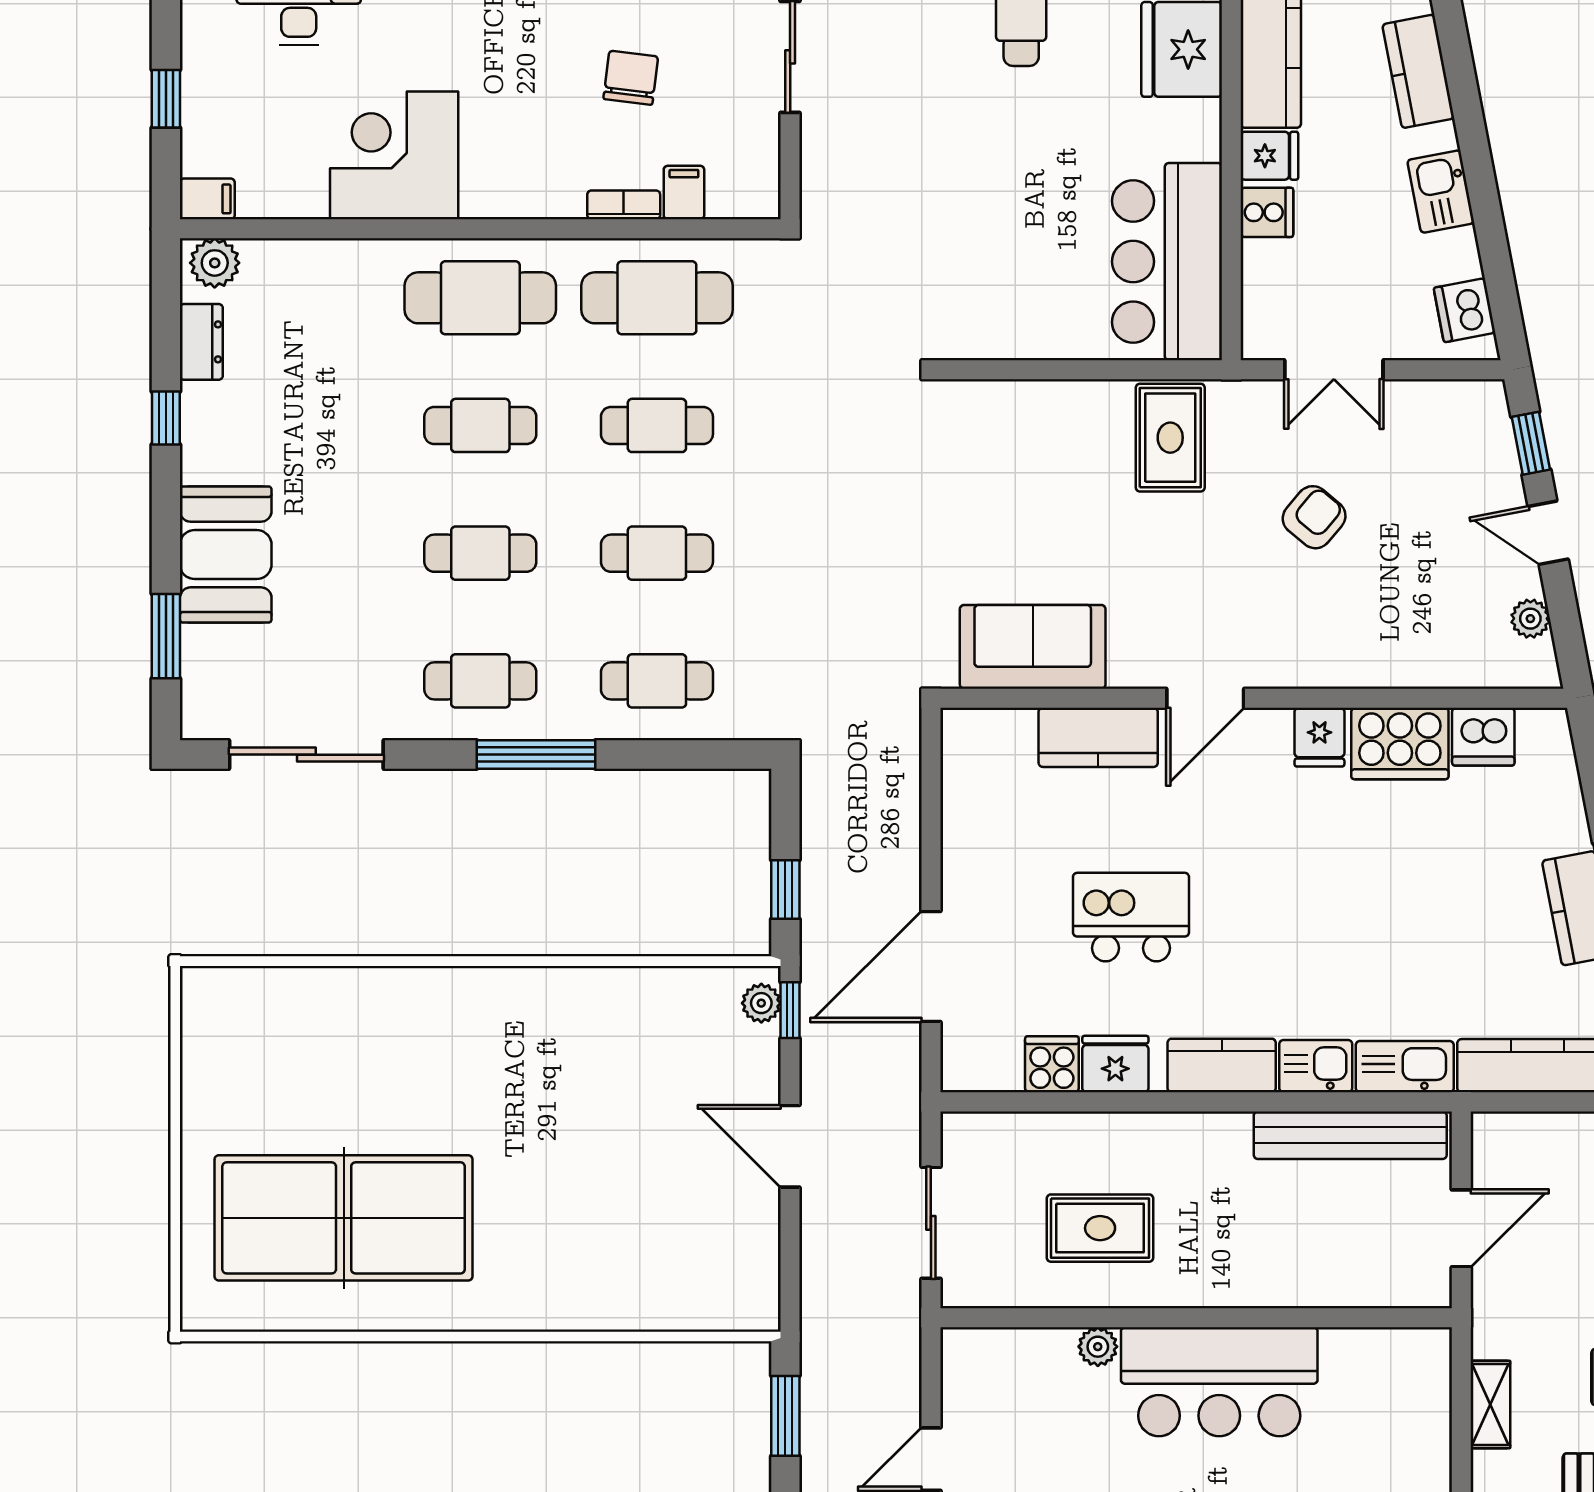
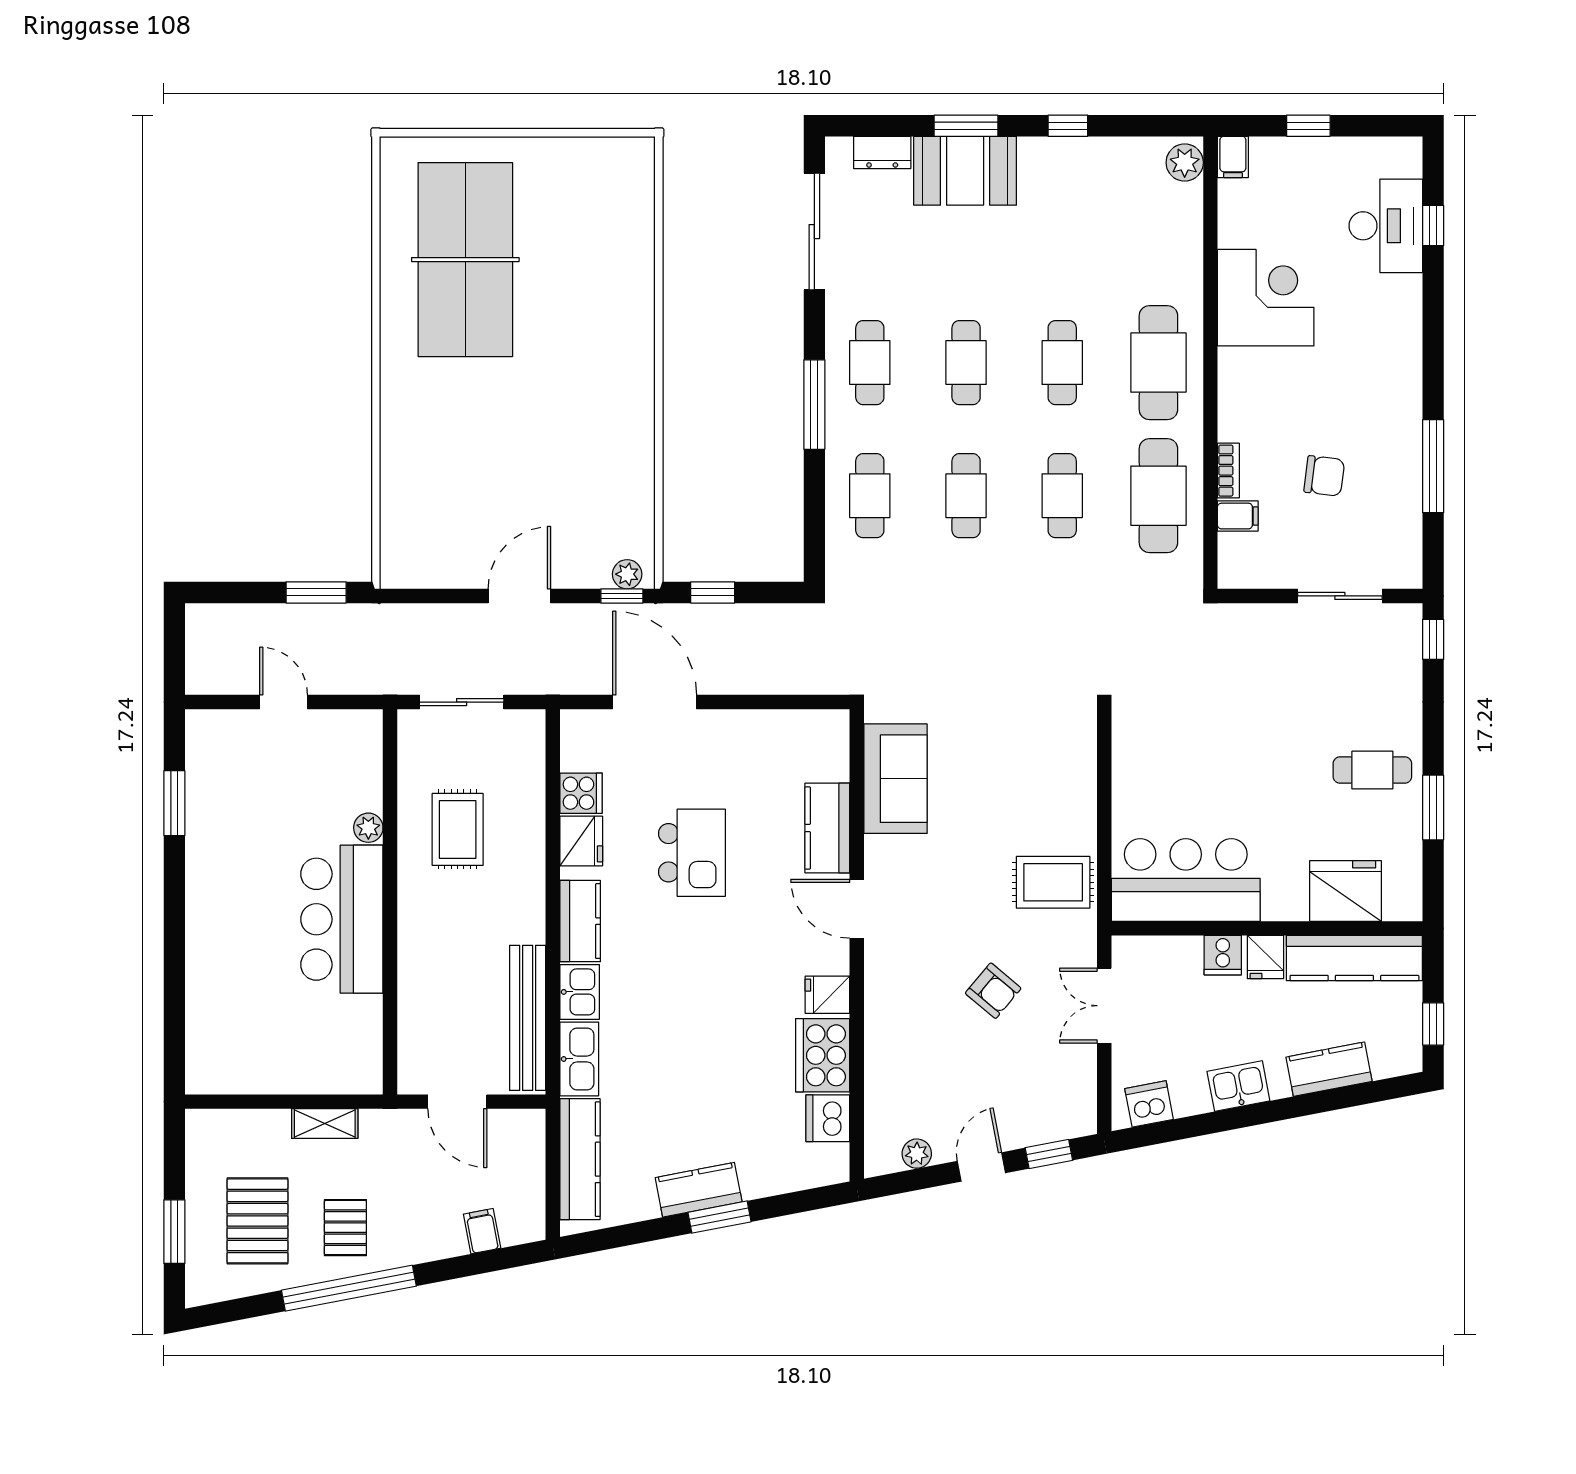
dresser: (201, 342) -> (882, 152), moved
window: (166, 636) -> (966, 126), moved

